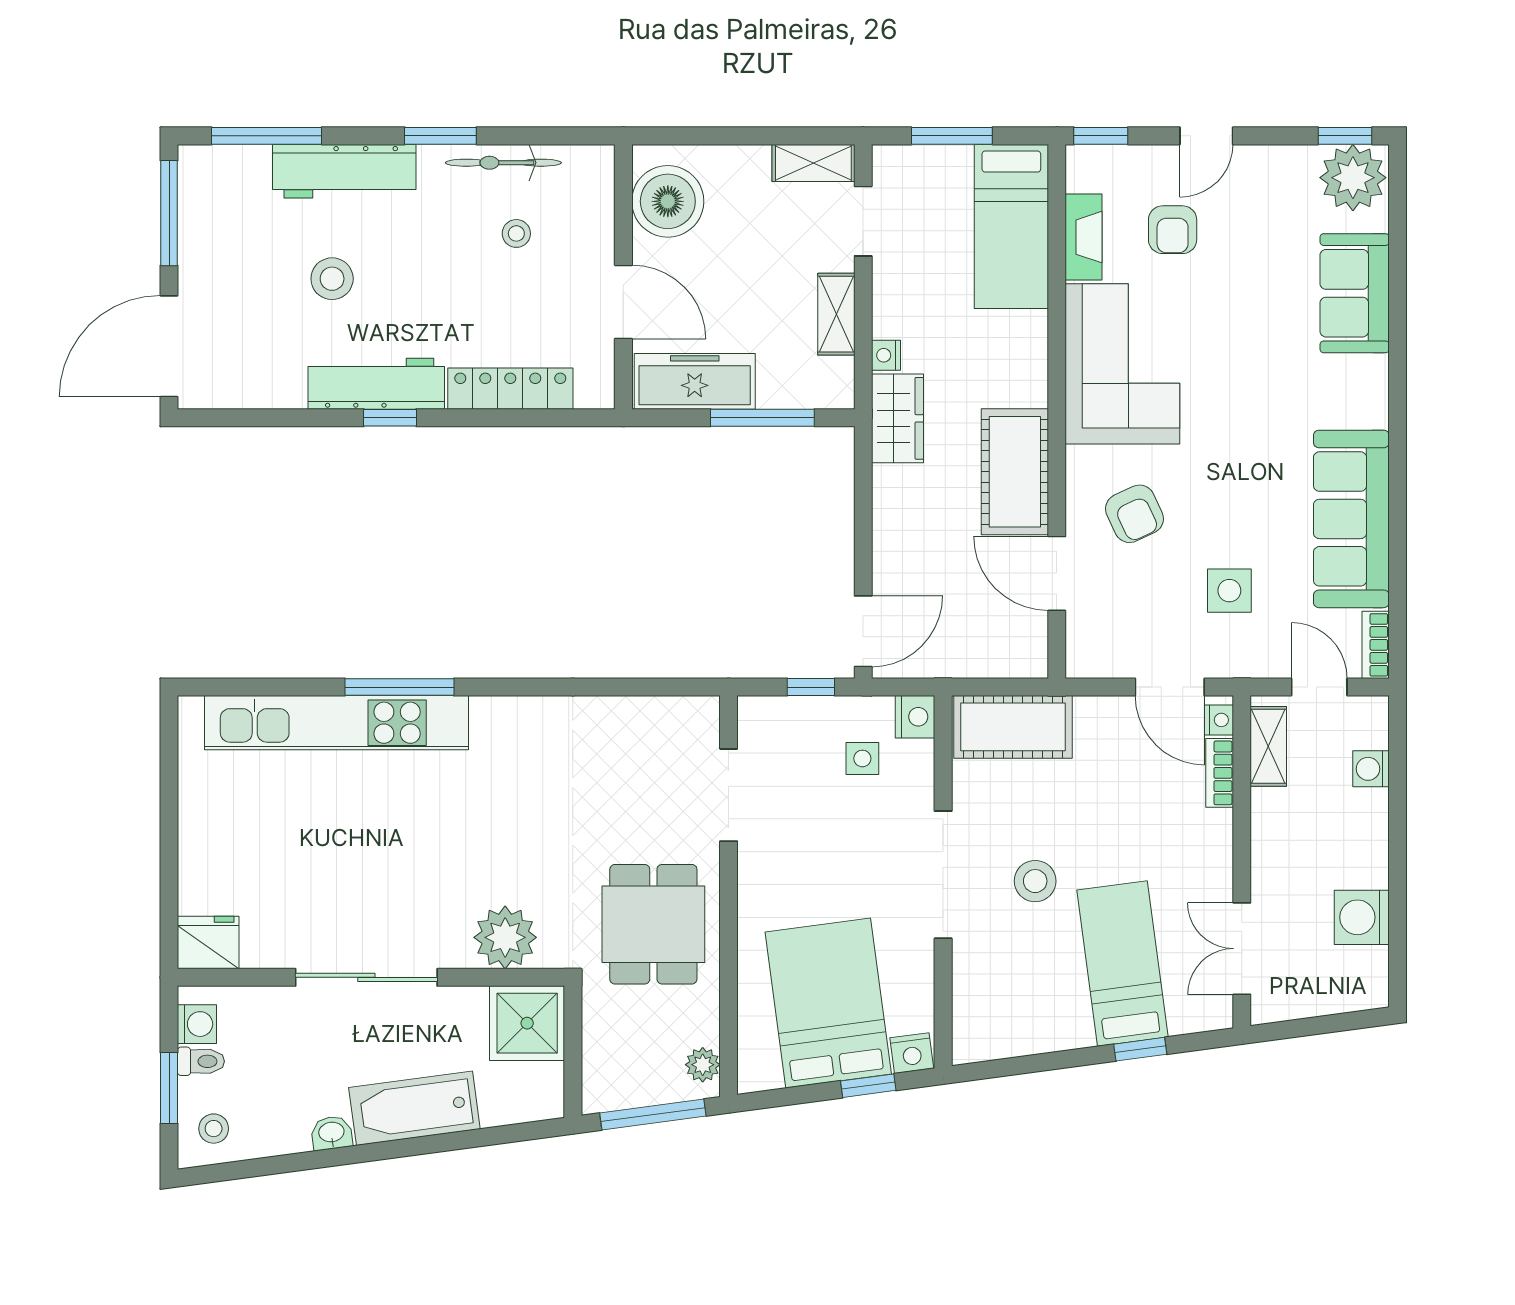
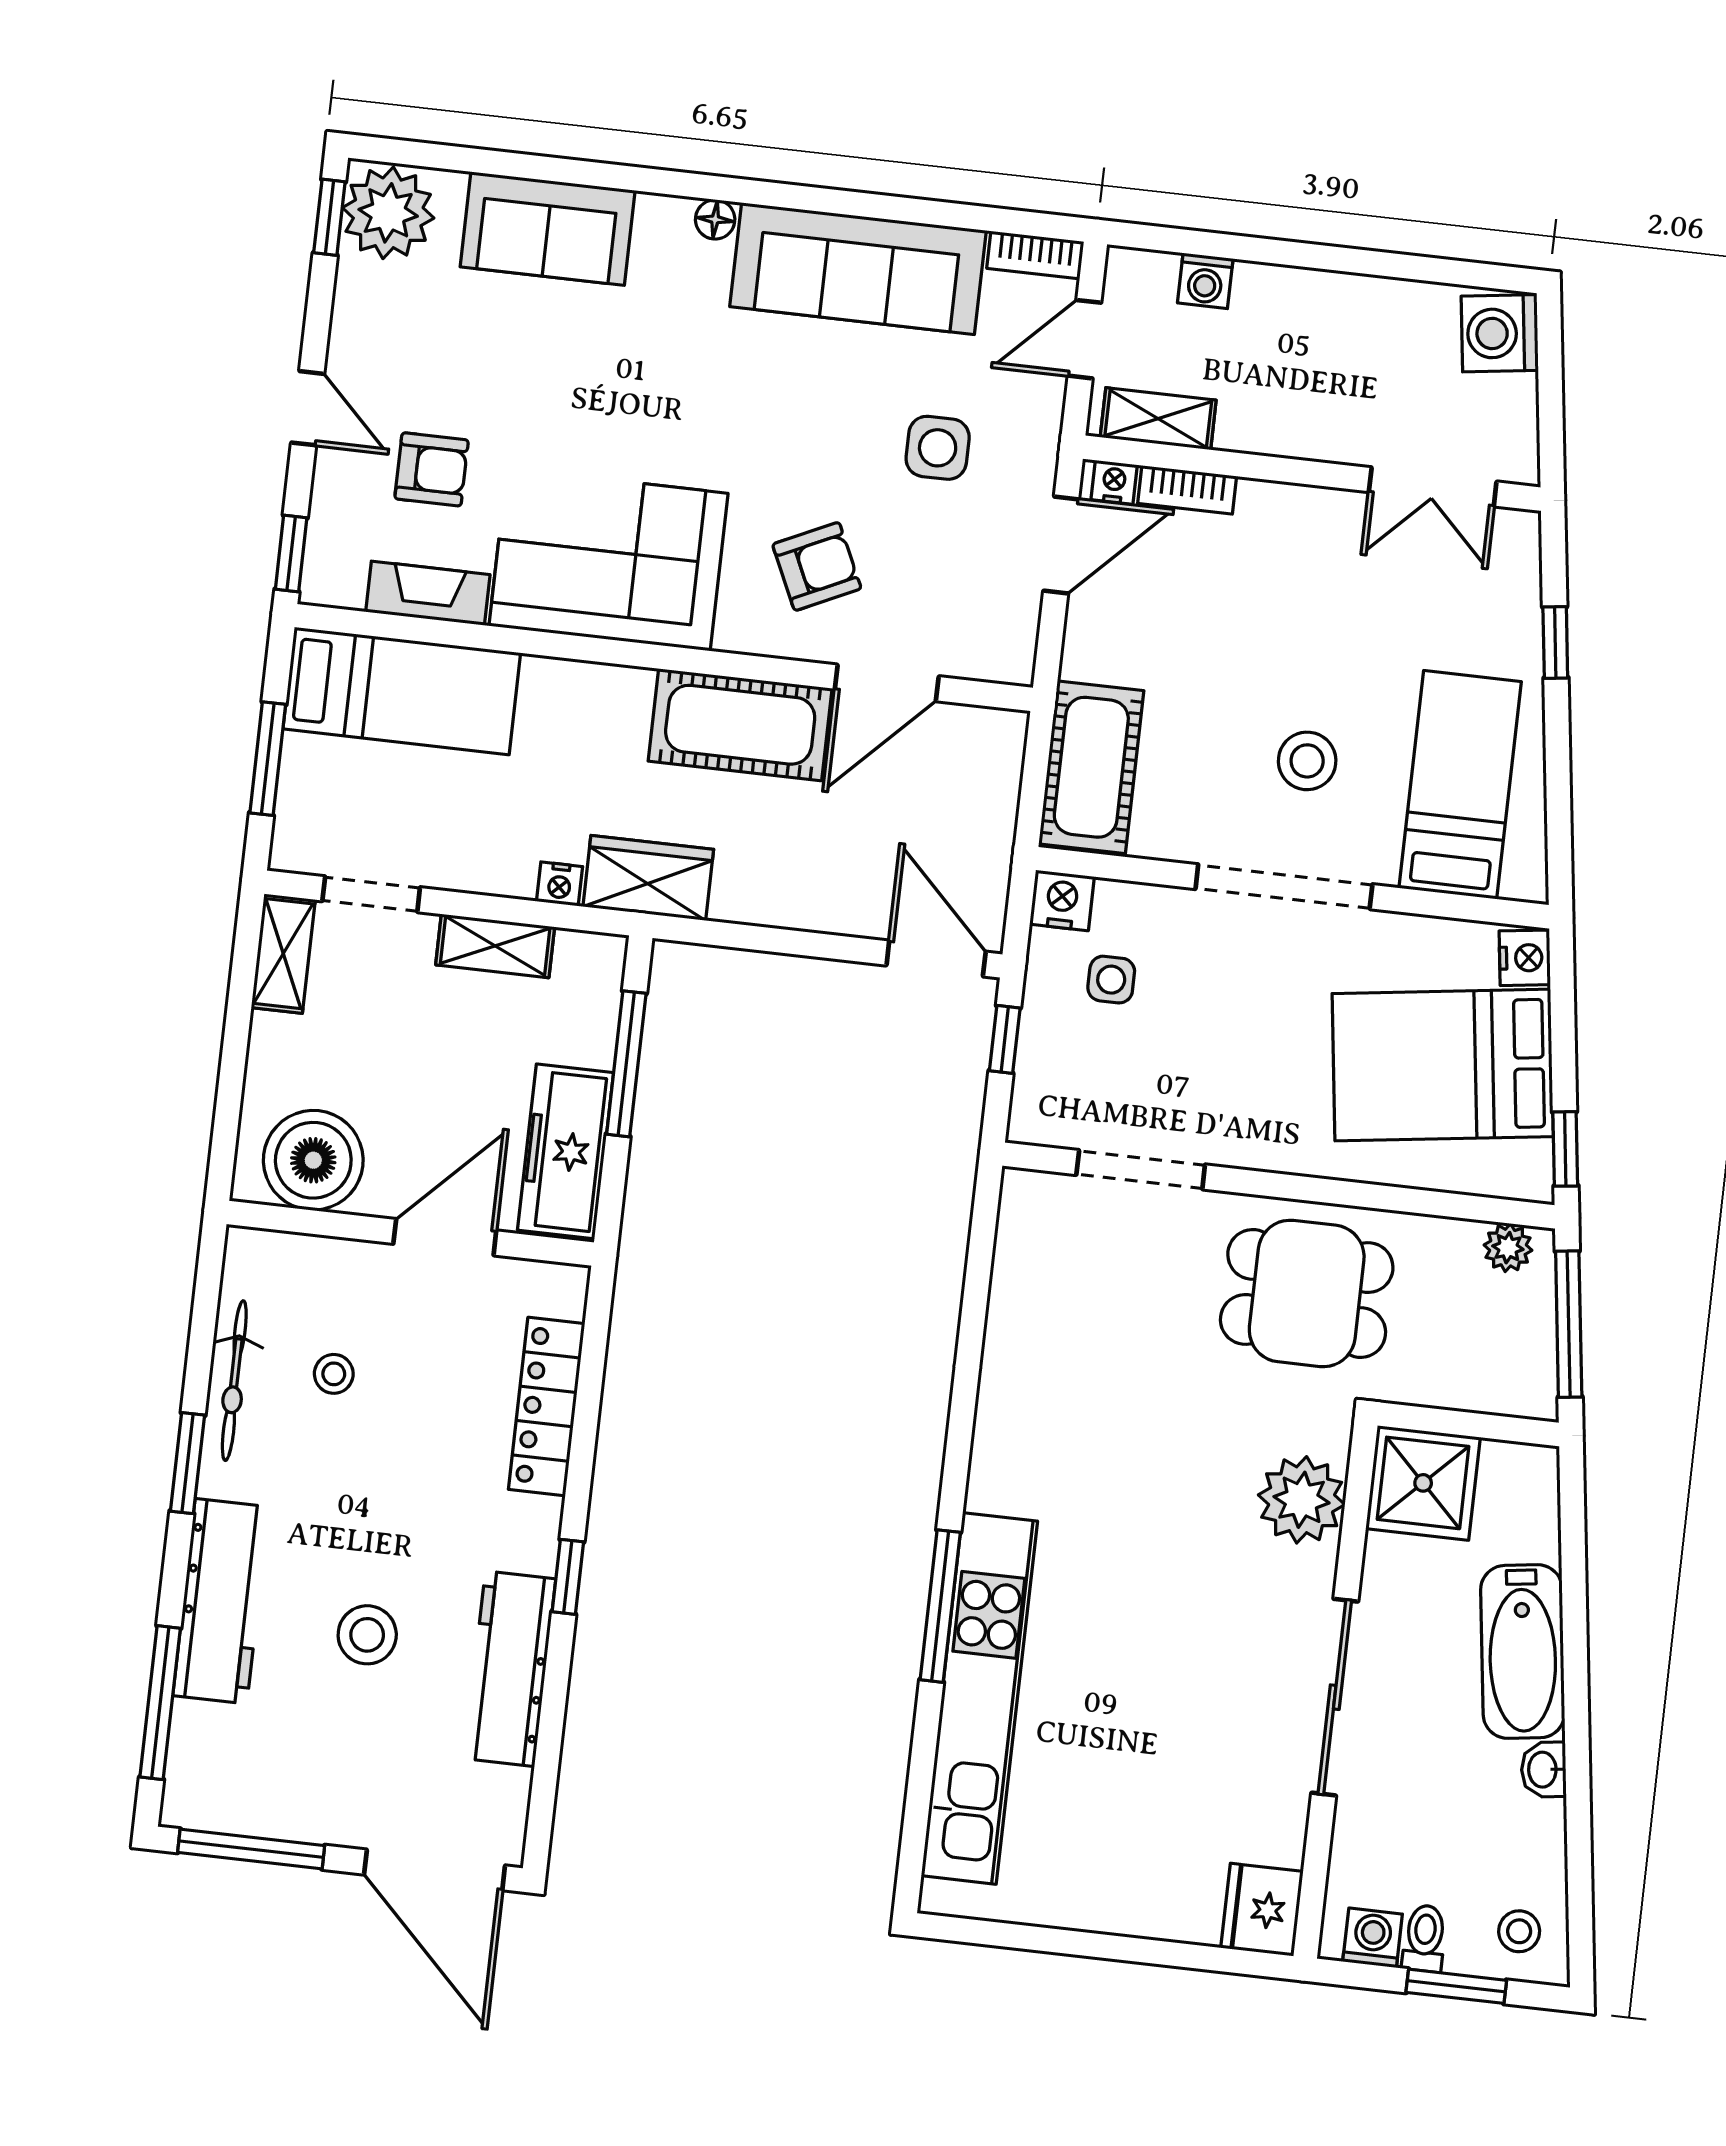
workbench: (376, 384) -> (510, 1669), moved
floor lamp: (1375, 413) -> (715, 219), added
washing machine: (1362, 917) -> (1500, 333), moved, turned 82
bed: (1122, 963) -> (1460, 785), moved, turned 98
window: (868, 1086) -> (1565, 1149), moved

